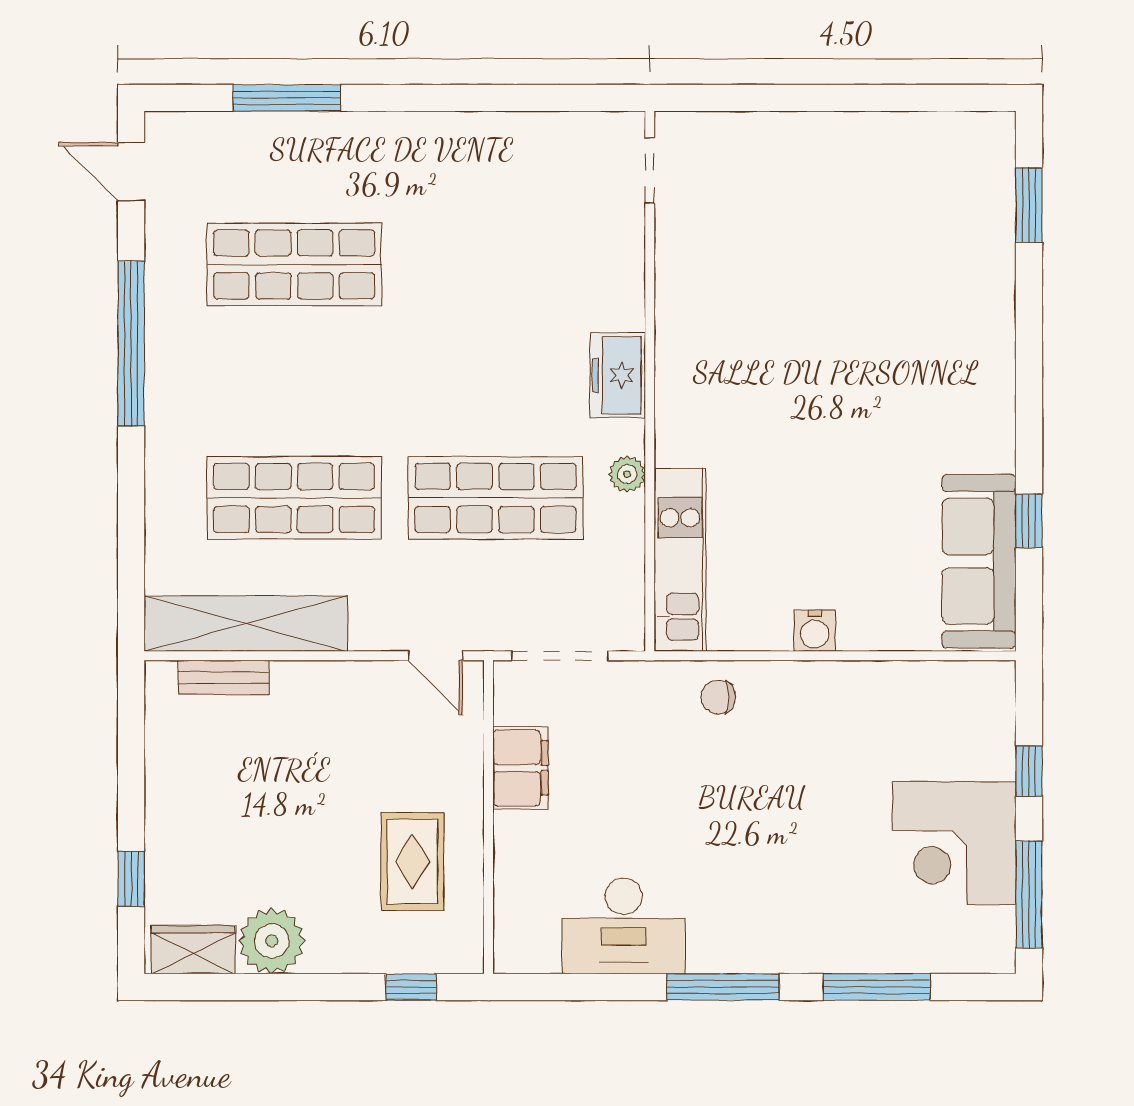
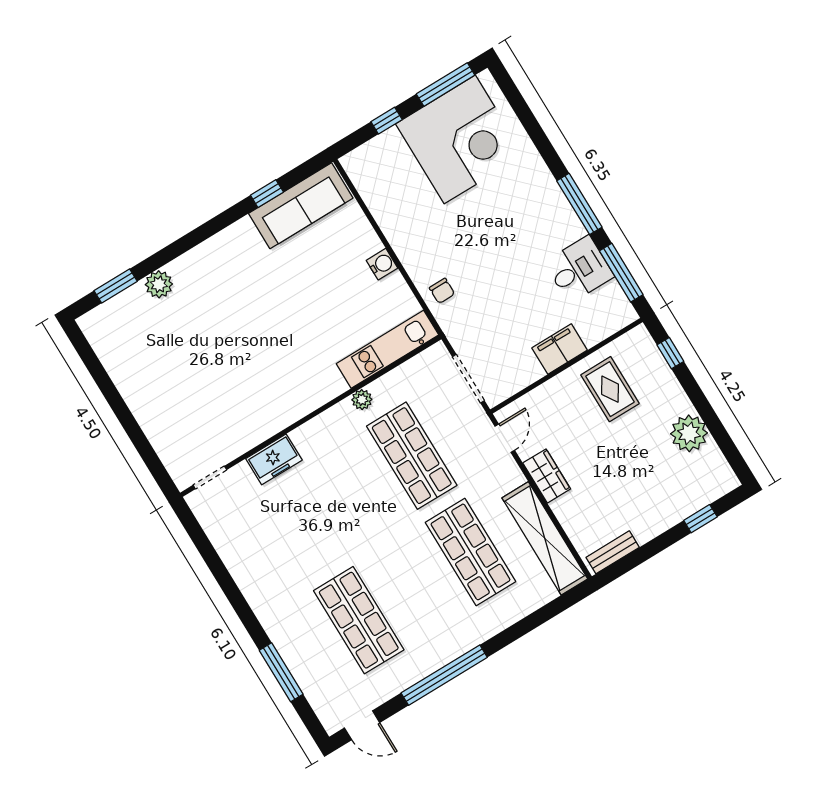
door: (131, 172) -> (362, 725), hinge flipped
plant: (991, 272) -> (159, 284), added
freezer: (618, 375) -> (274, 459), moved
bench: (223, 677) -> (613, 552), moved, turned 90
filing cabinet: (520, 768) -> (560, 349), moved
corner desk: (954, 843) -> (460, 139), width x1.36, depth x1.36
rug: (412, 862) -> (610, 389), turned 90
desk: (624, 926) -> (579, 269), width x0.73
wardrobe: (193, 950) -> (547, 476), moved, turned 180
window: (877, 987) -> (621, 273), moved

